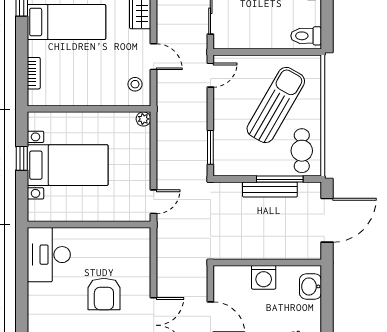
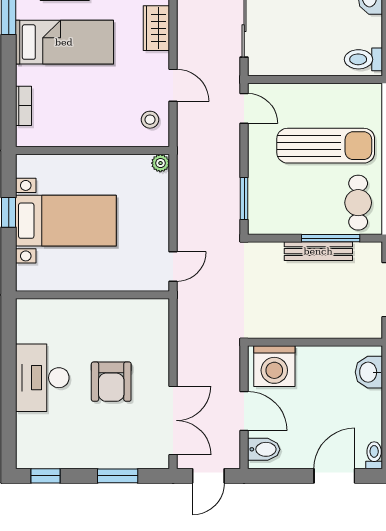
door: (210, 75) -> (244, 108), hinge flipped
sun lounger: (276, 105) -> (326, 146), turned 60
desk: (49, 255) -> (42, 378), moved
washing machine: (264, 277) -> (274, 366), moved, width x1.37, depth x1.37

